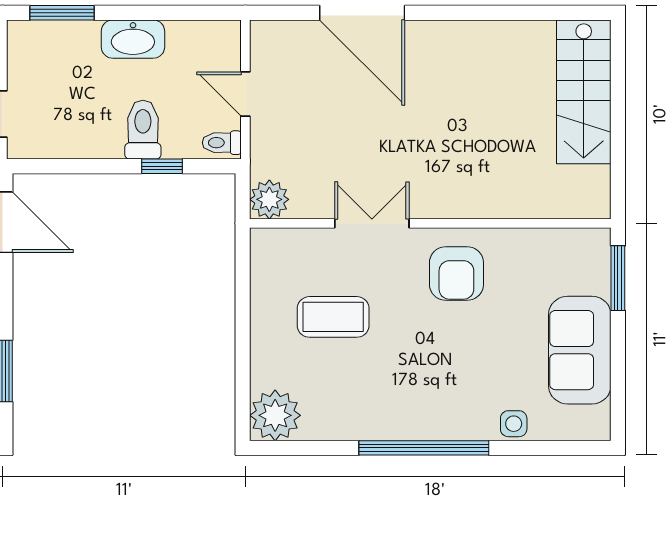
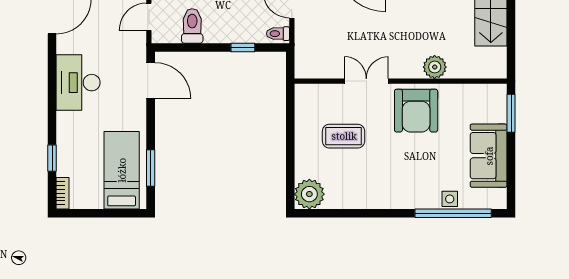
toilet: (143, 130) -> (192, 26), moved
plant: (269, 199) -> (435, 67), moved
armchair: (456, 274) -> (416, 111), width x1.36, depth x1.36
window: (424, 448) -> (453, 213), moved

